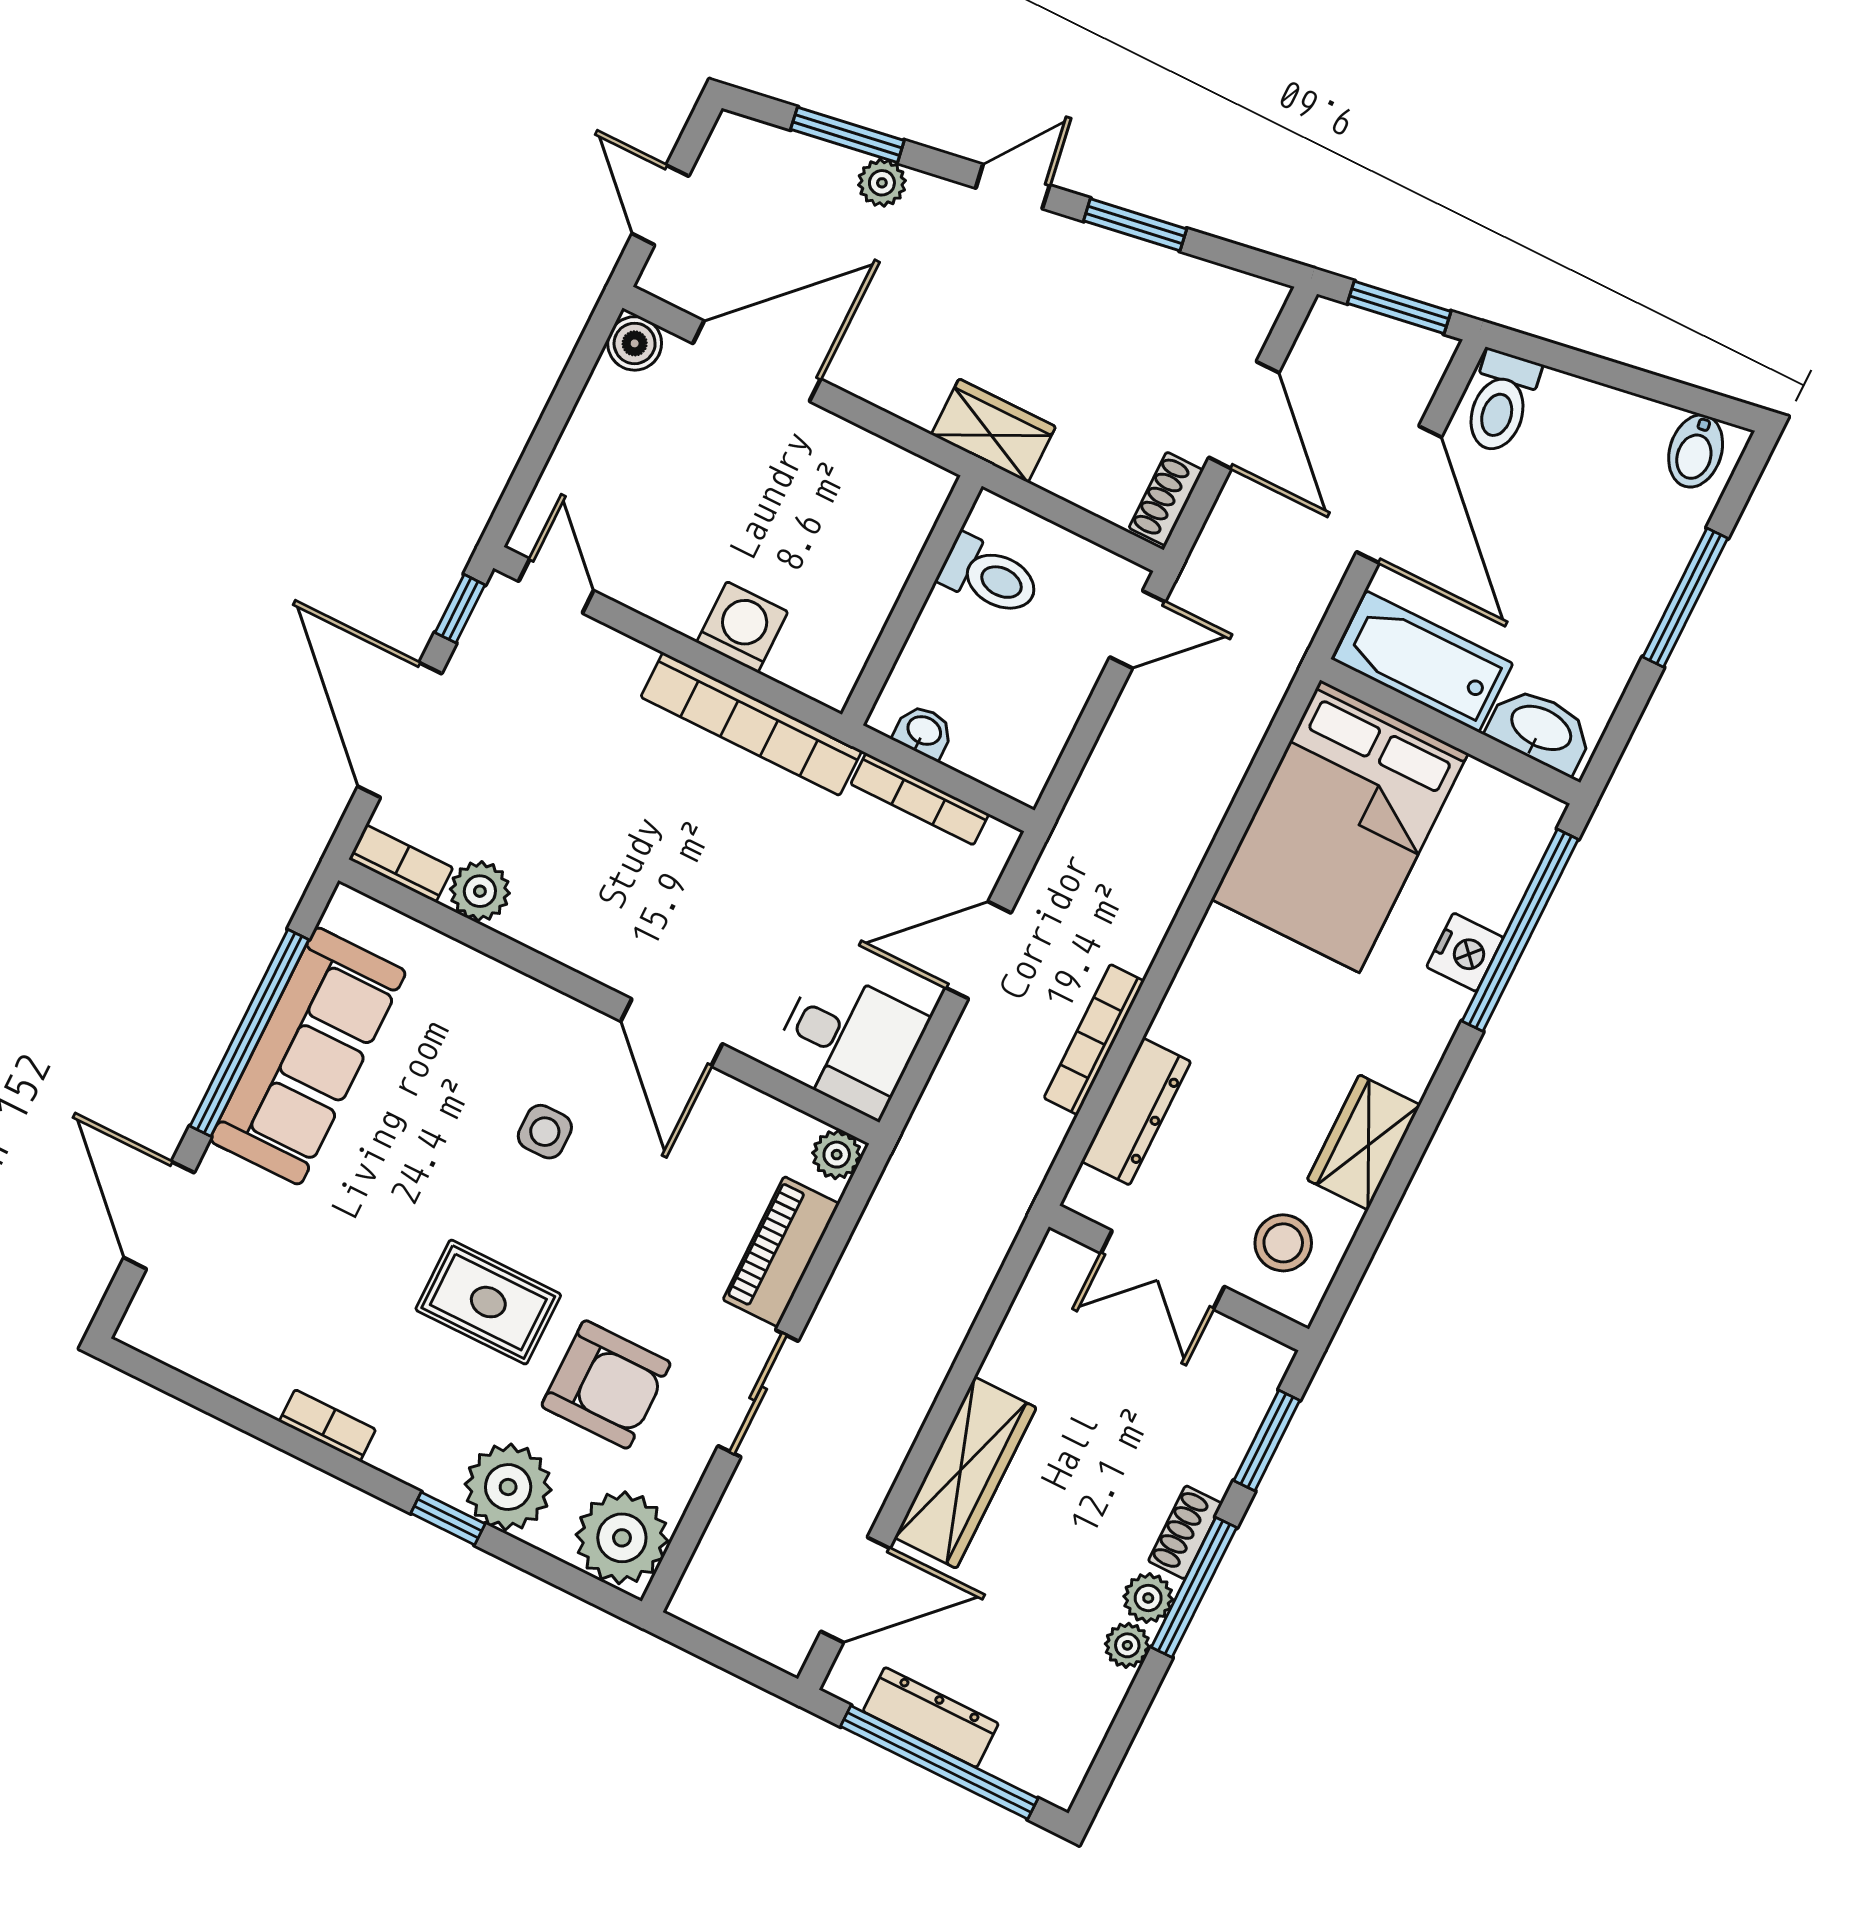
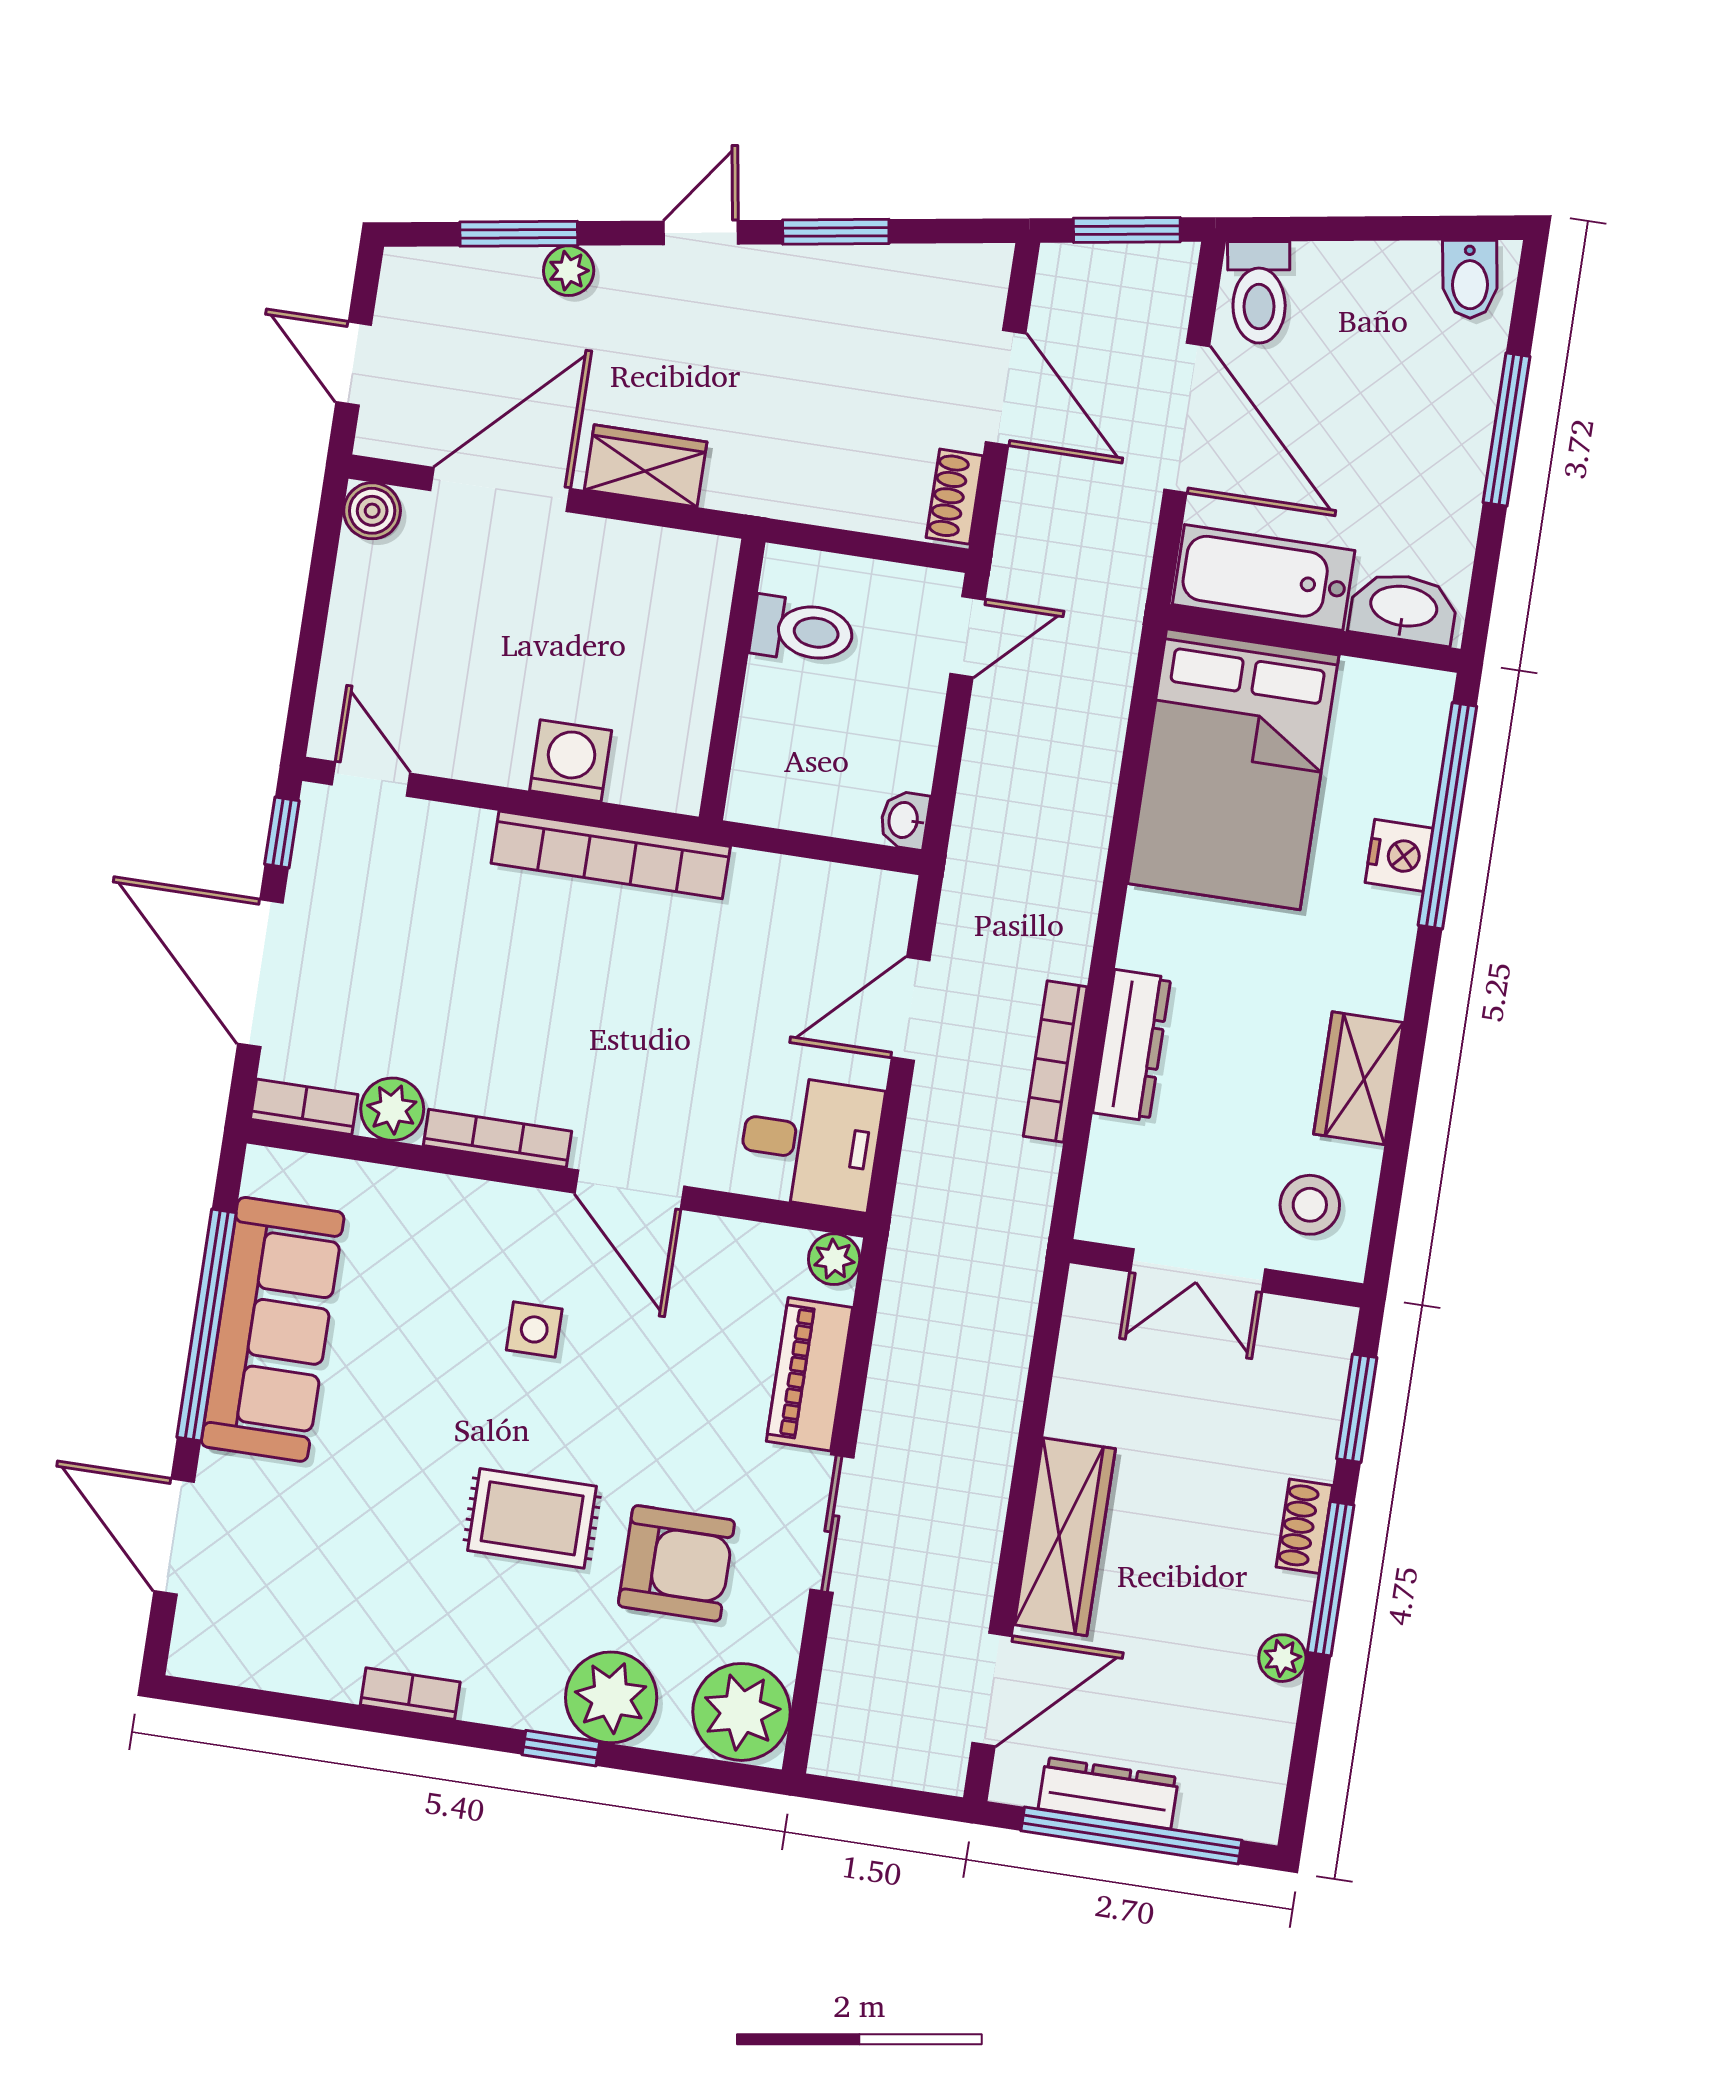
wardrobe: (993, 431) -> (646, 466), moved
washbasin: (924, 732) -> (904, 820), moved, turned -90
bookcase: (920, 799) -> (498, 1138), moved, turned 180
dresser: (1136, 1111) -> (1132, 1045), moved
plant: (1148, 1598) -> (1288, 1604), removed

